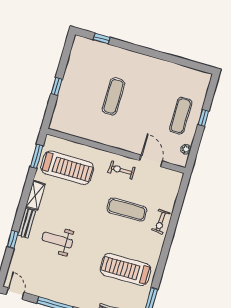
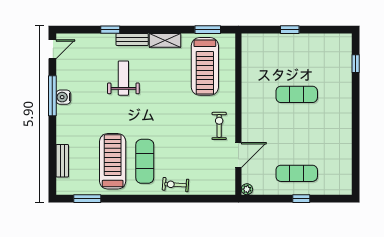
plant: (186, 149) -> (247, 189), moved
exercise mat: (127, 210) -> (145, 161), moved
water cooler: (59, 296) -> (63, 97), added

